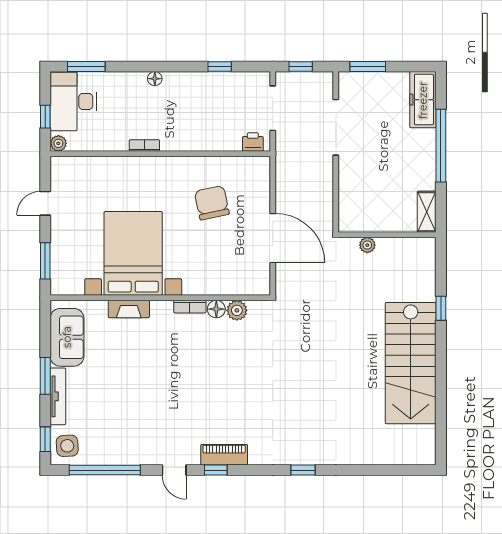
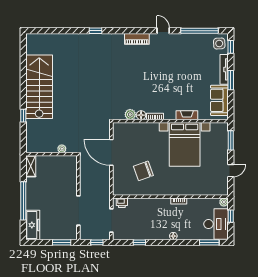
chair: (212, 203) -> (143, 171), turned 82
window: (216, 470) -> (141, 31), removed

